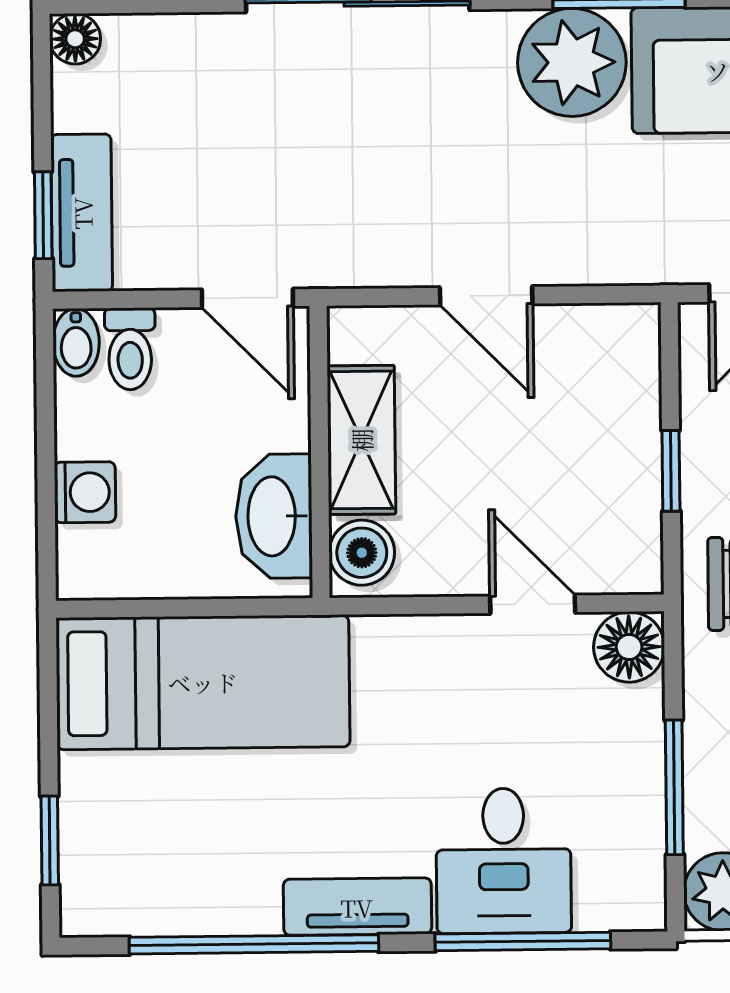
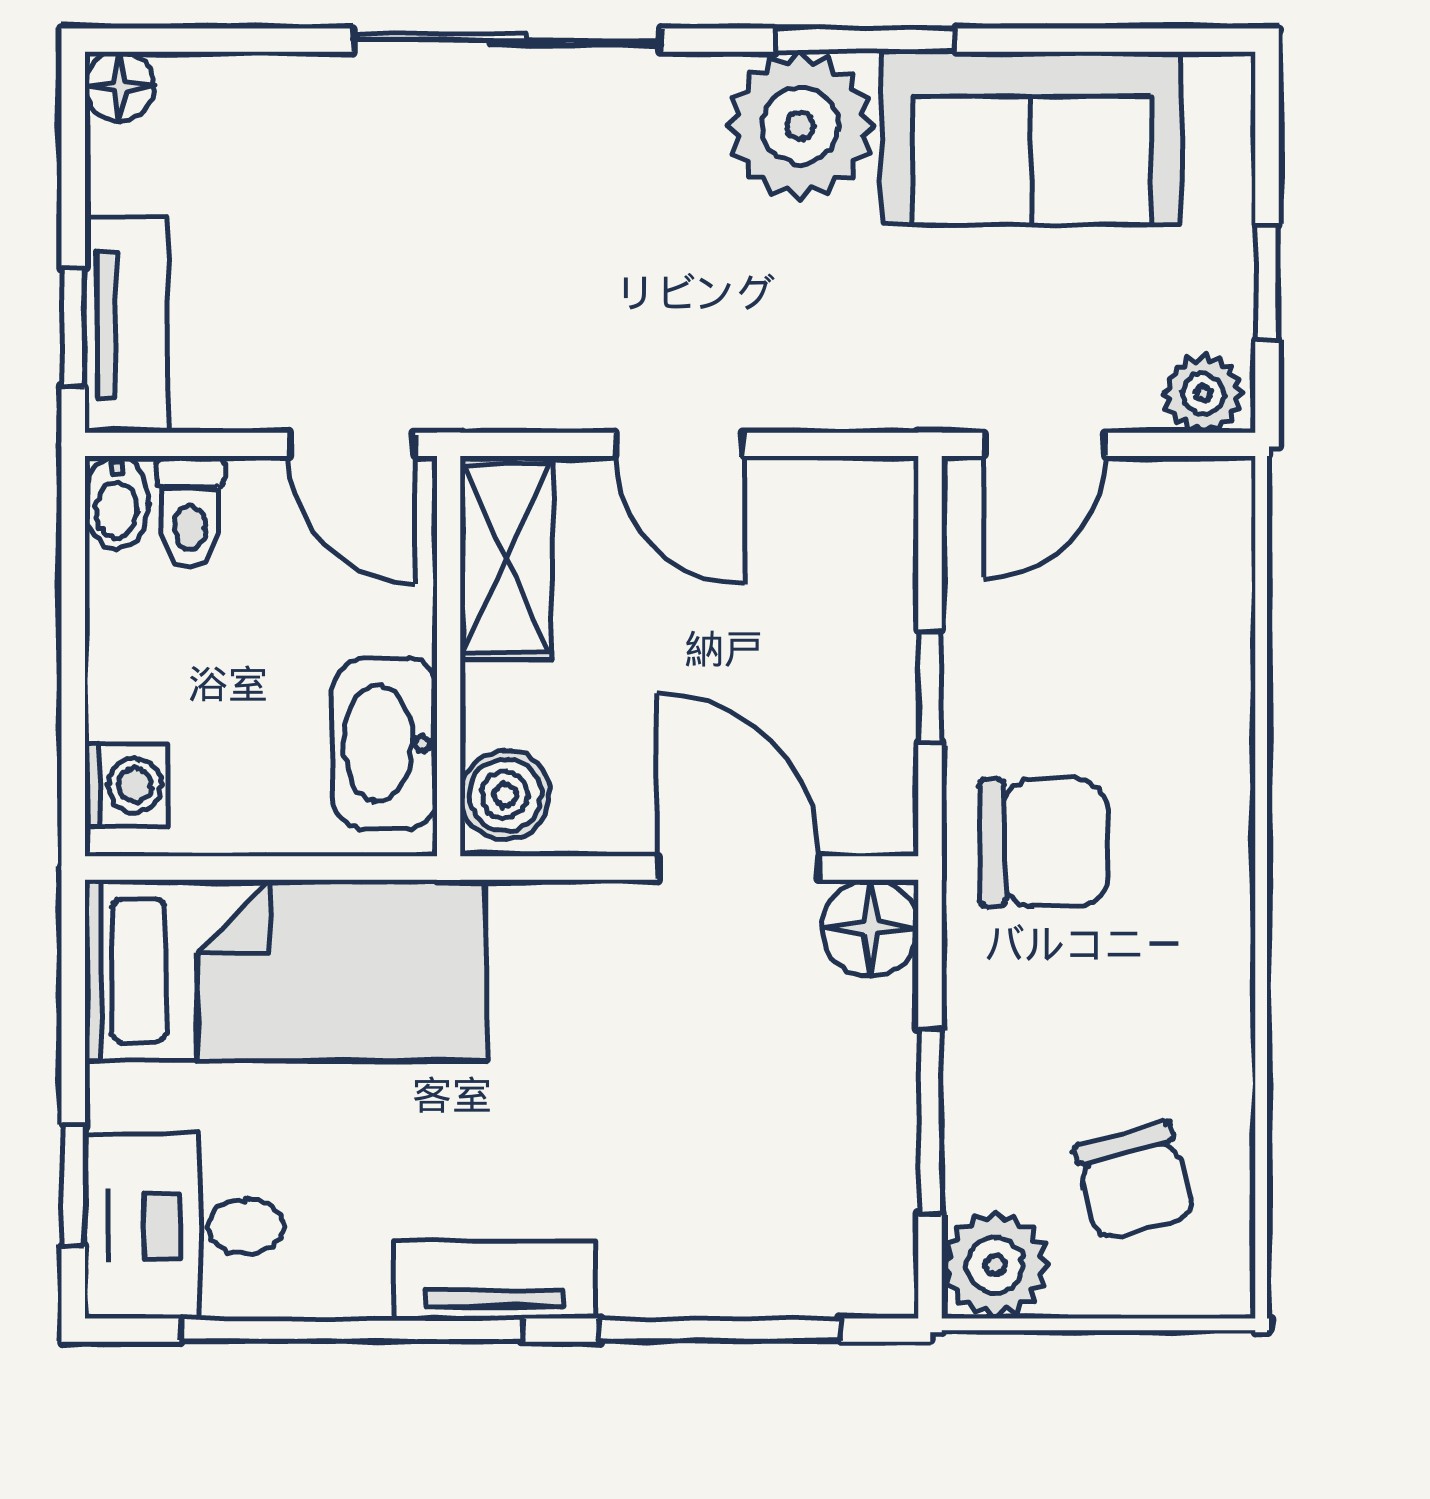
shelving: (361, 440) -> (506, 558), moved
washing machine: (85, 492) -> (126, 785), moved
door: (533, 604) -> (738, 868), width x1.38
desk: (504, 861) -> (184, 1226), moved, turned 90

